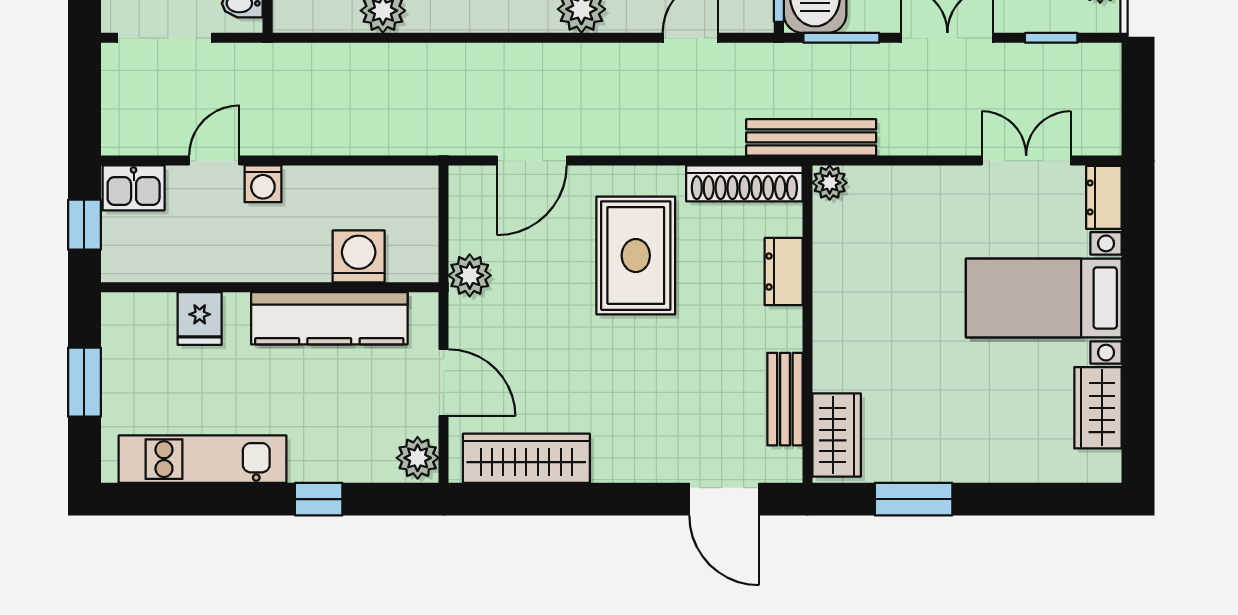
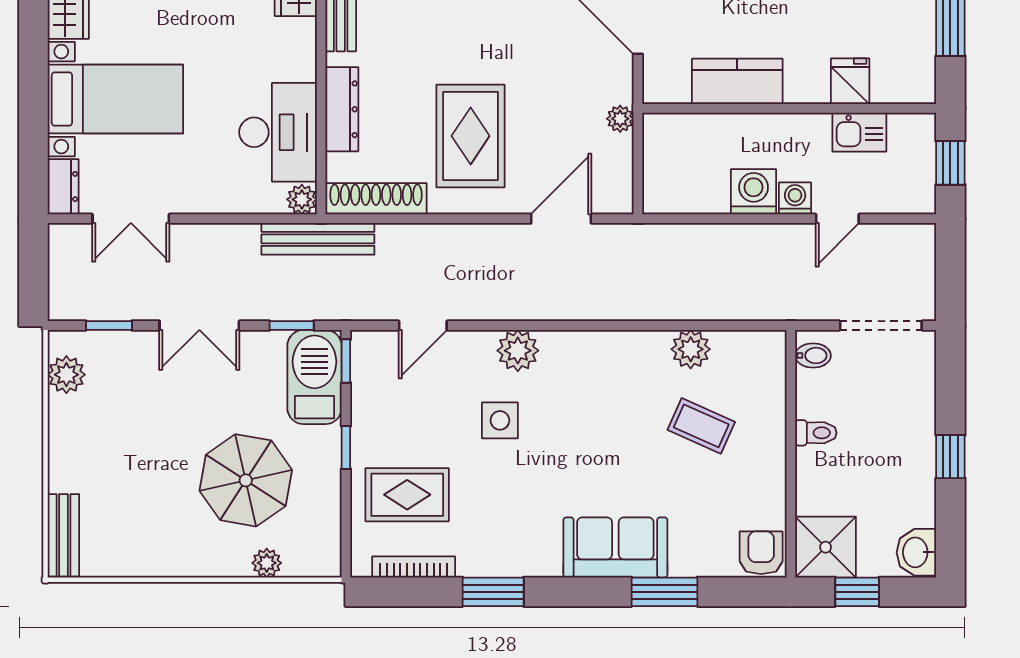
window: (841, 38) -> (292, 326), width x0.67
kitchen sink: (134, 188) -> (859, 132), moved, turned 180
washing machine: (359, 256) -> (754, 192), moved, turned 180
desk: (857, 260) -> (278, 132), added
dresser: (784, 272) -> (342, 109), width x1.44
plant: (470, 275) -> (620, 119), width x0.73, depth x0.73
kitchen counter: (329, 318) -> (737, 81), width x0.67

